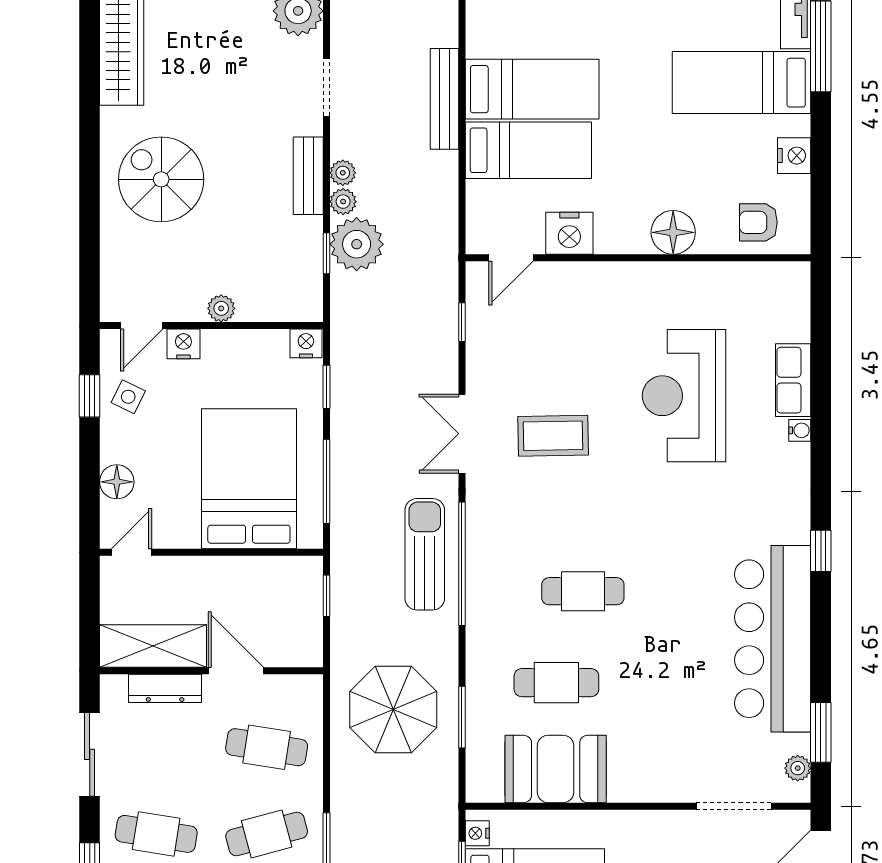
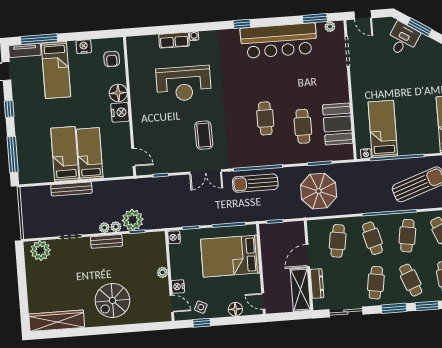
nightstand: (569, 233) -> (120, 112), moved

